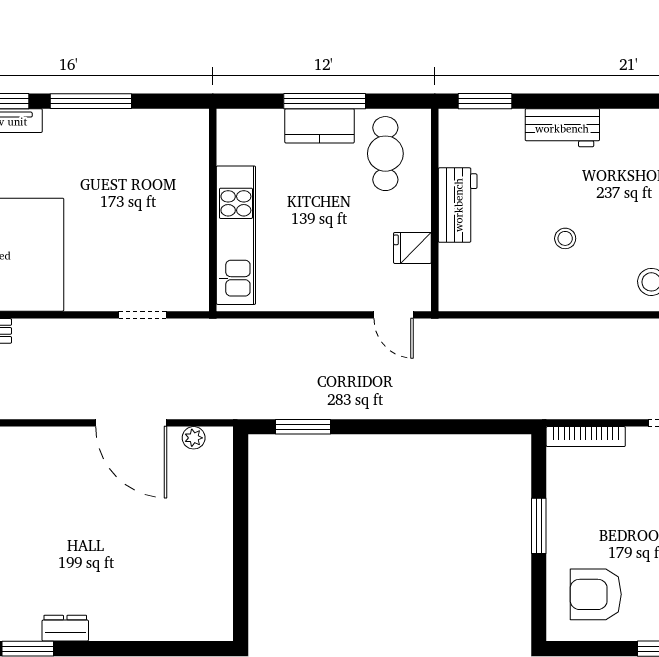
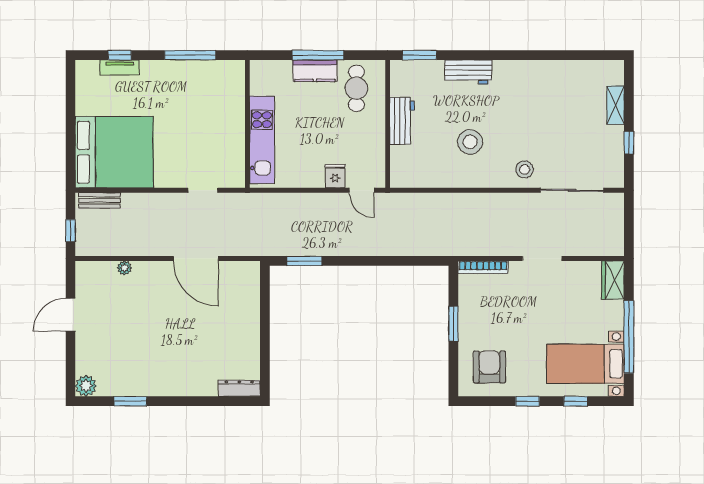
window: (91, 101) -> (190, 55), moved
stool: (565, 238) -> (470, 142), width x1.89, depth x1.89
fridge: (412, 248) -> (335, 176), moved, turned 90
plant: (194, 438) -> (124, 268), moved
armchair: (596, 594) -> (489, 367), turned 90
dresser: (65, 628) -> (239, 388), moved, width x1.44

